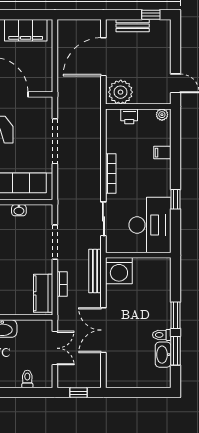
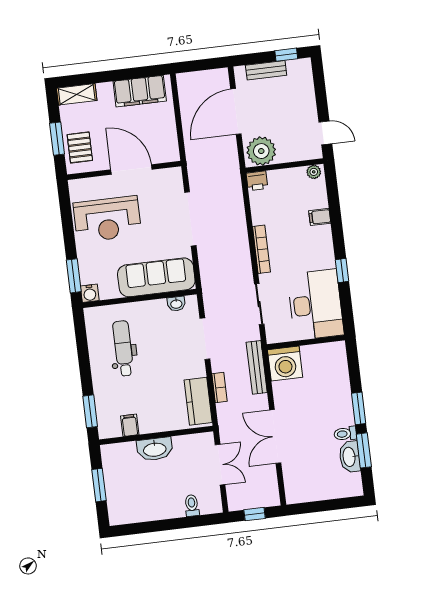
printer: (129, 116) -> (257, 181), moved
washbasin: (19, 210) -> (176, 304), moved

